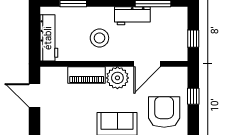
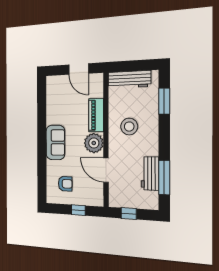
workbench: (132, 16) -> (150, 173), moved
door: (34, 95) -> (79, 69), swing flipped
armchair: (164, 112) -> (65, 184), width x0.53, depth x0.53

